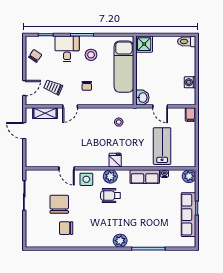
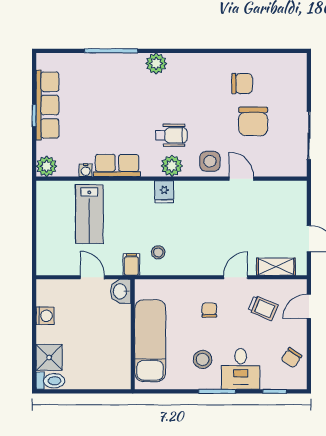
shower: (144, 44) -> (49, 357), moved
filing cabinet: (190, 114) -> (131, 264), moved

